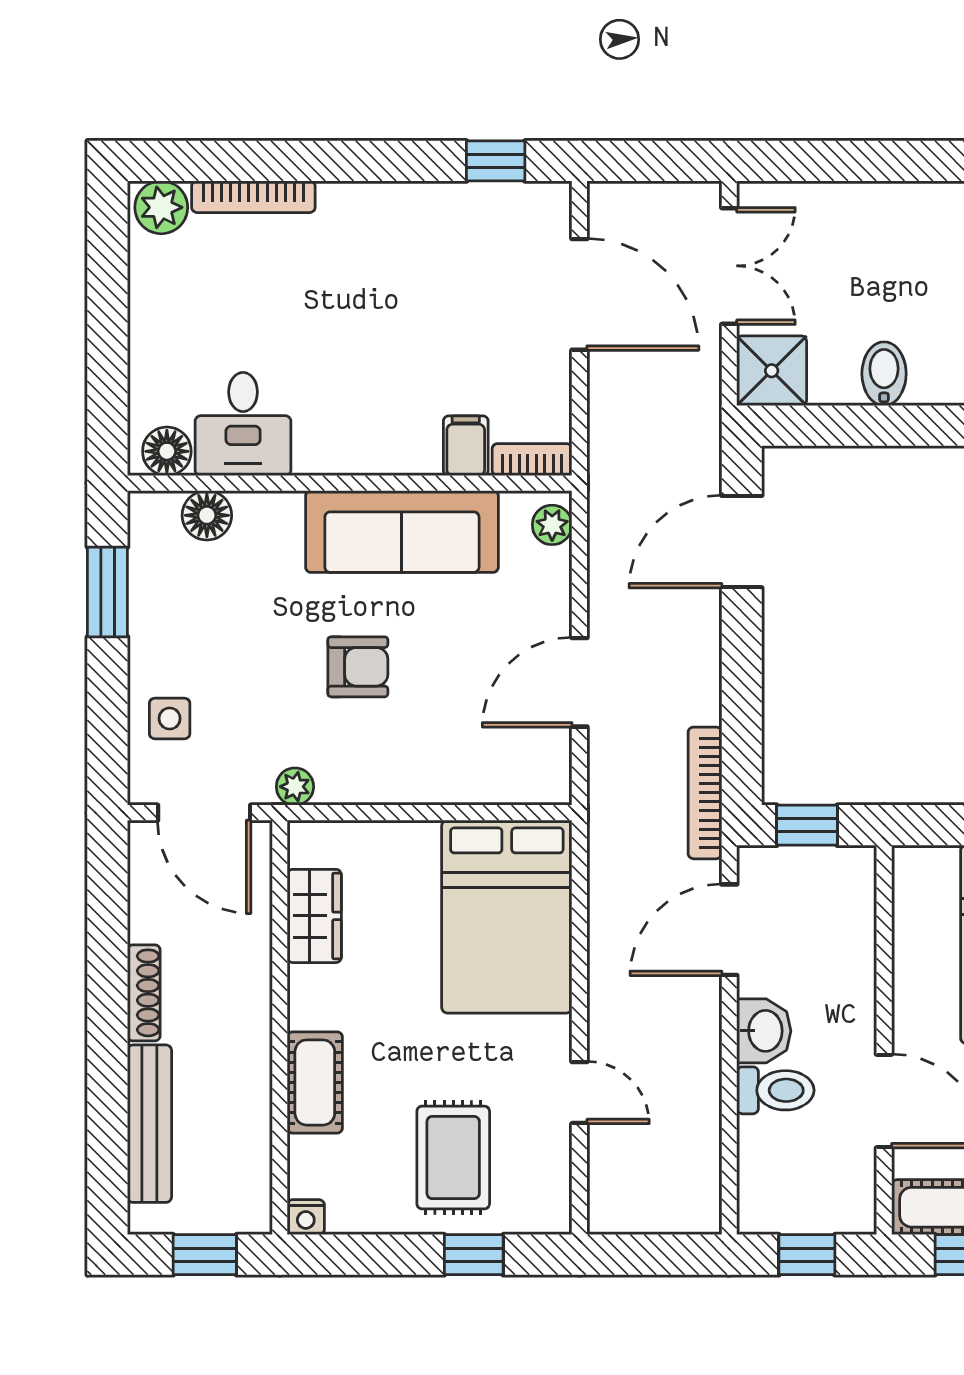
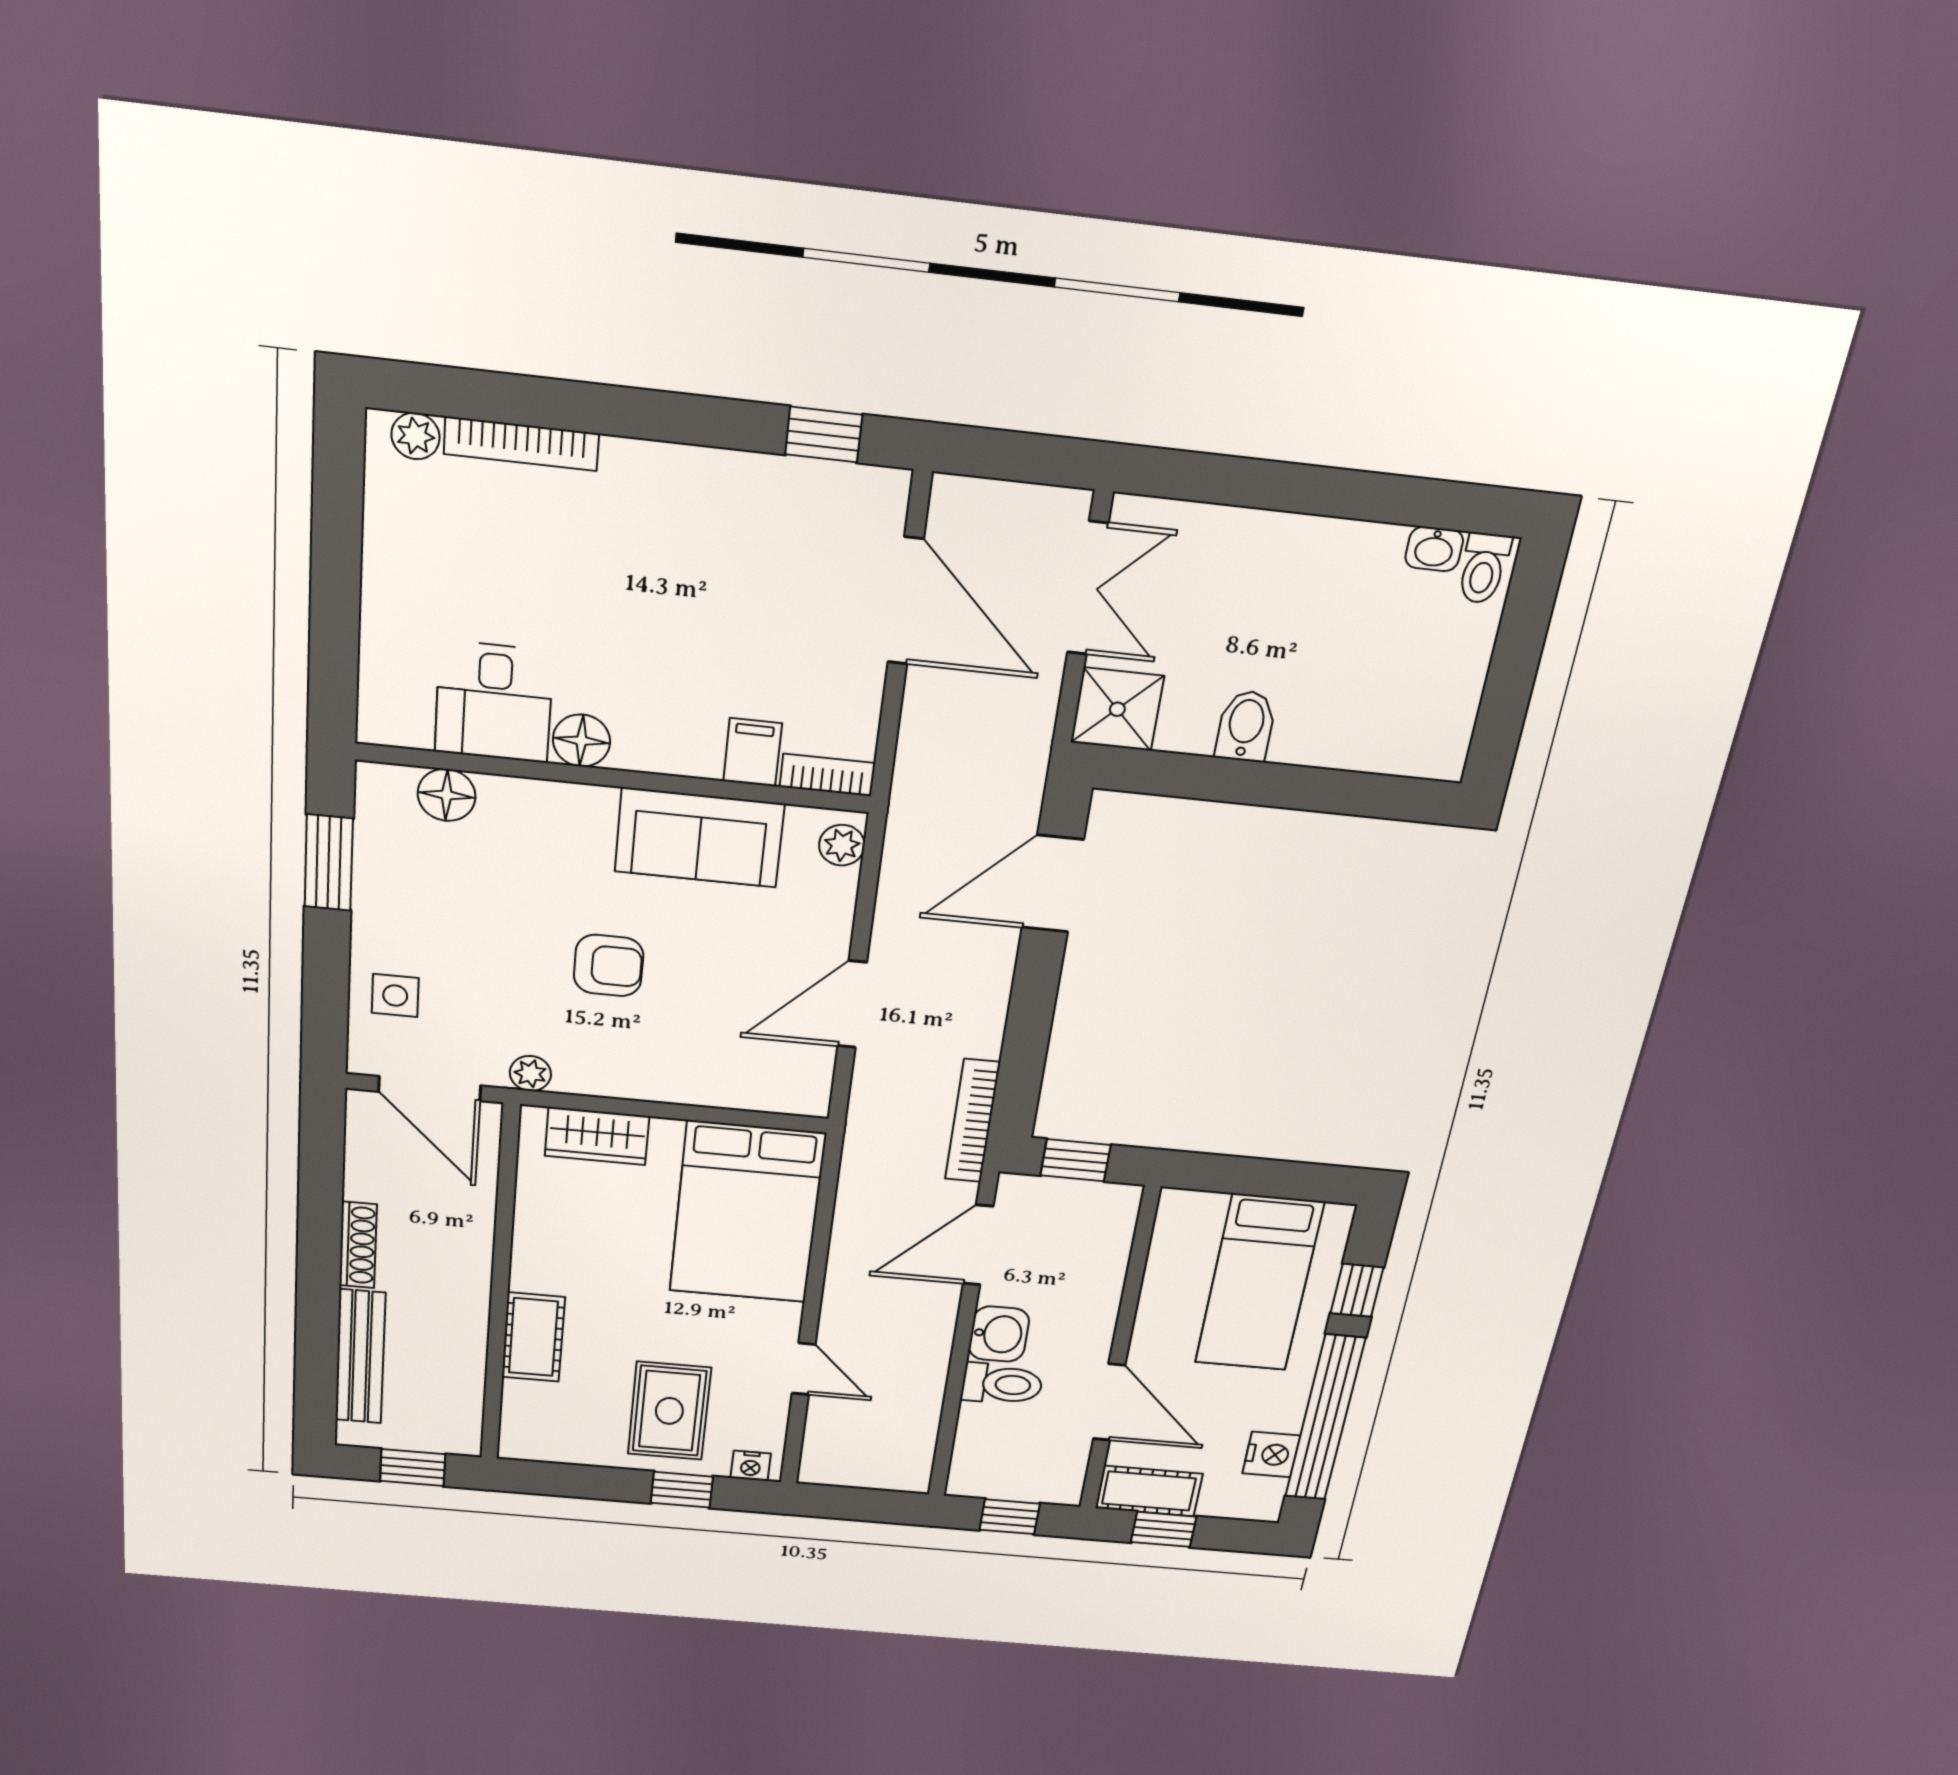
plant: (161, 207) -> (416, 436), width x0.73, depth x0.73
floor lamp: (167, 451) -> (581, 741), moved
sofa: (402, 532) -> (699, 838), width x0.73
wardrobe: (314, 916) -> (597, 1136), moved, turned 90
nightstand: (306, 1217) -> (751, 1466), moved

